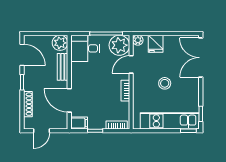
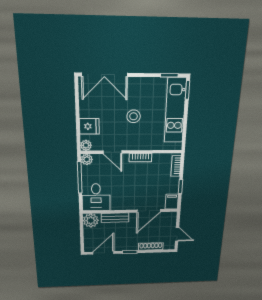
plant: (119, 45) -> (87, 159), width x0.53, depth x0.53

